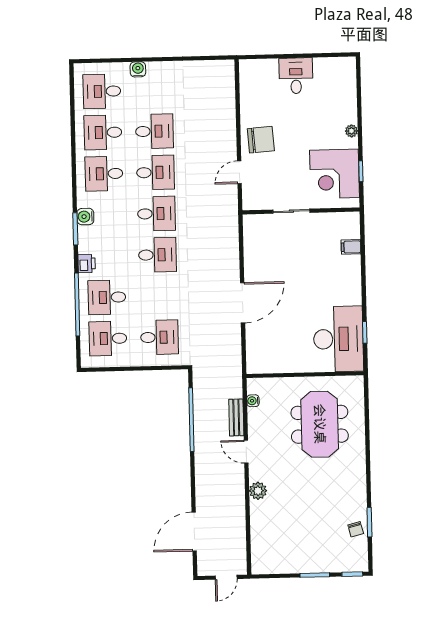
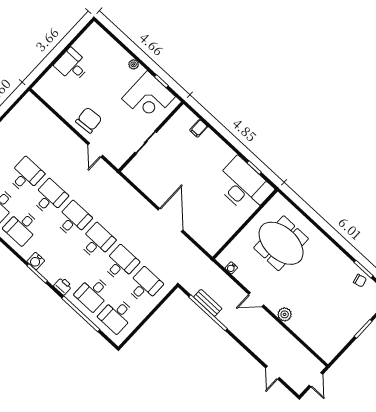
desk: (158, 296) -> (121, 264), added
bench: (236, 417) -> (208, 303), moved
door: (194, 532) -> (273, 373), width x0.53

